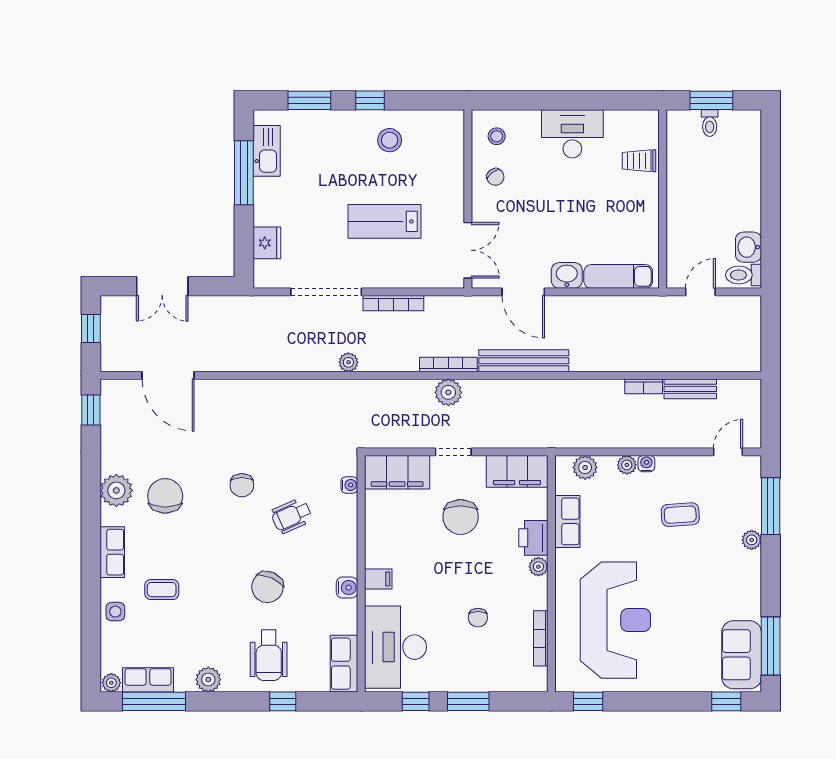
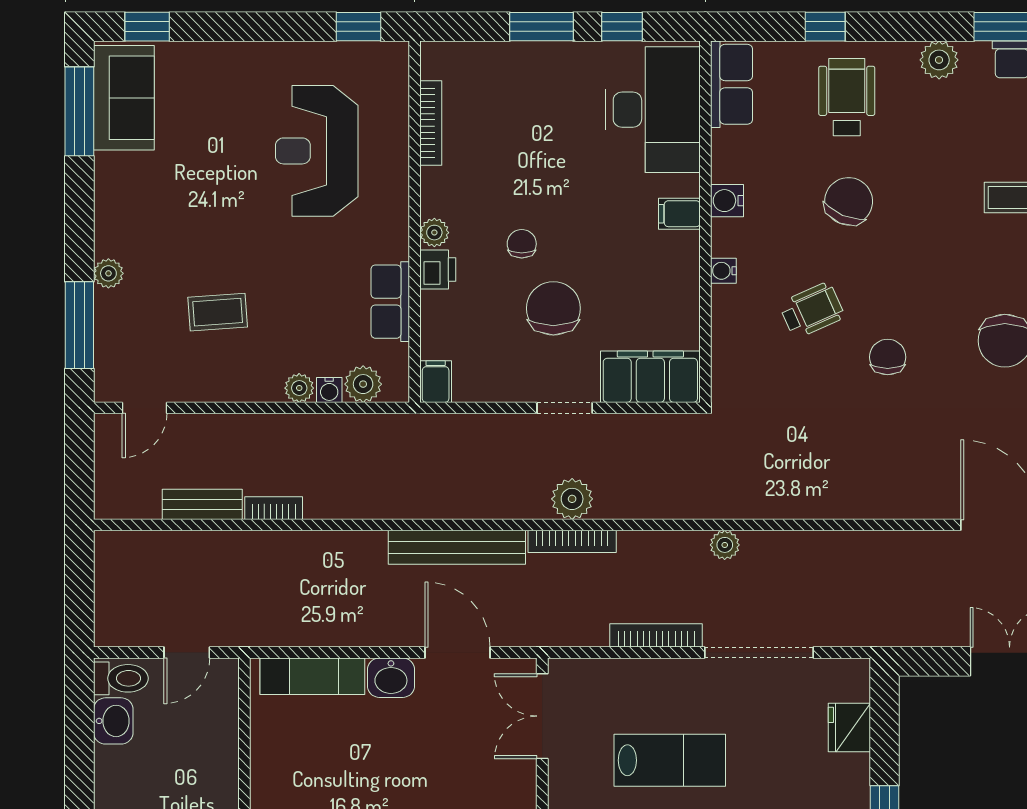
water cooler: (646, 464) -> (329, 390), moved
filing cabinet: (517, 471) -> (436, 382), width x0.33, depth x0.86
water cooler: (349, 485) -> (723, 271), moved
printer: (533, 538) -> (438, 269), width x0.73, depth x0.81
chair: (478, 618) -> (522, 244), moved
reception desk: (615, 620) -> (317, 151), width x0.74, depth x0.77

